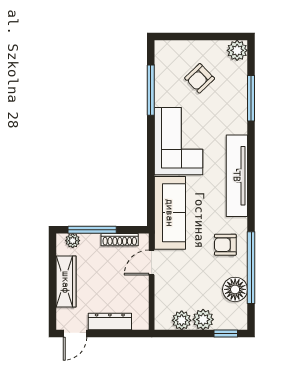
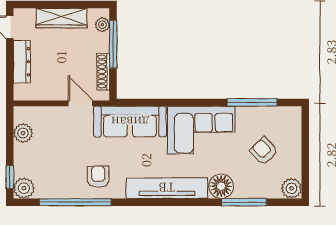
floor lamp: (235, 289) -> (221, 186), moved
plant: (203, 319) -> (24, 188), moved

